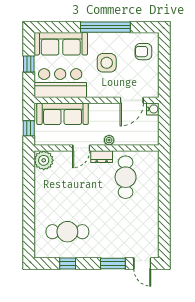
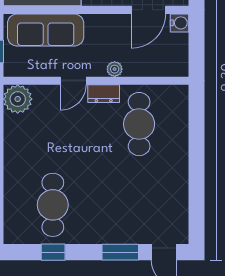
cafe table: (67, 232) -> (53, 205), turned 90

